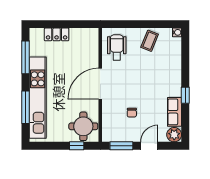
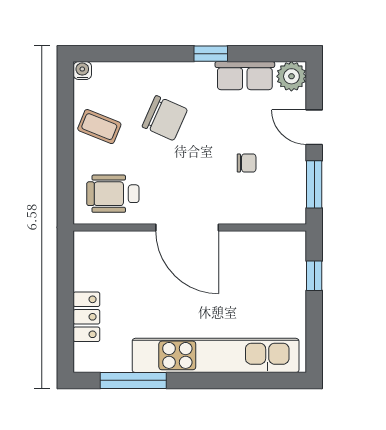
chair: (154, 73) -> (165, 118), added
window: (25, 107) -> (236, 380), removed
round table: (83, 126) -> (274, 262), removed

